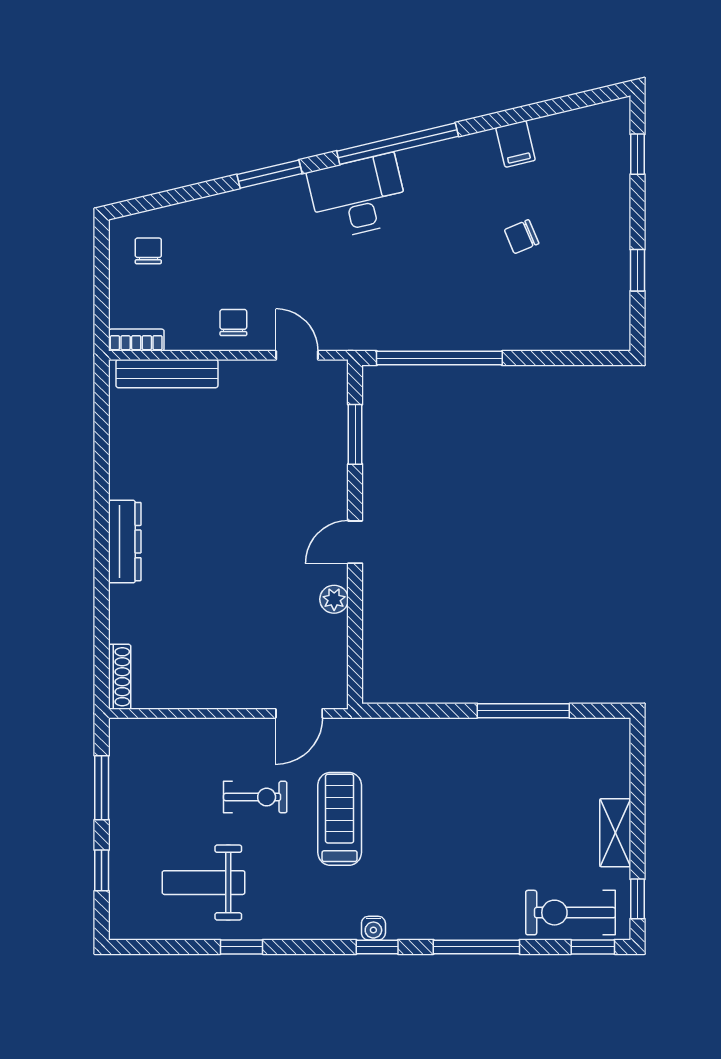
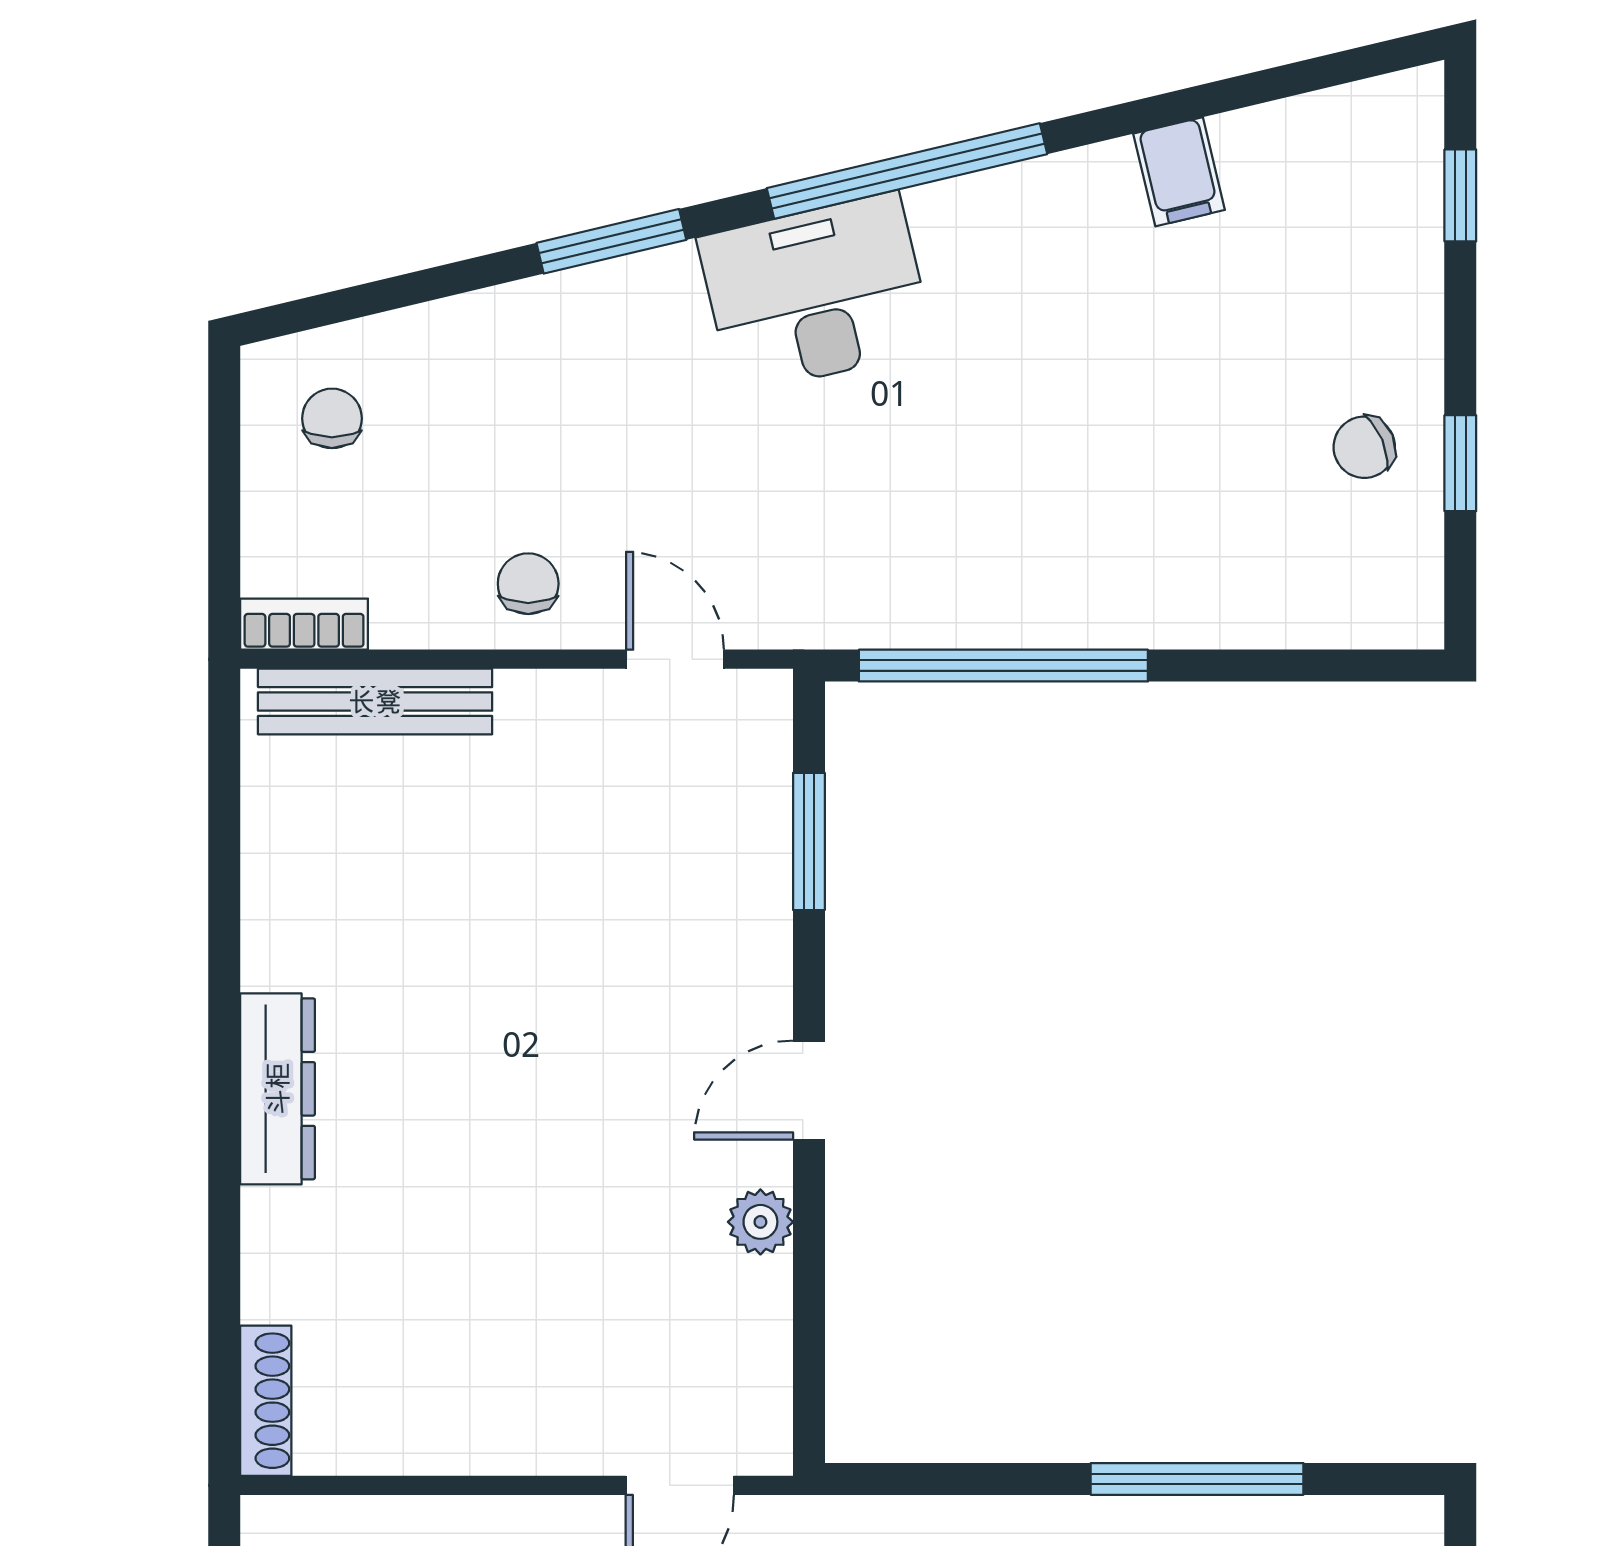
chair: (522, 237) -> (1364, 447), moved

